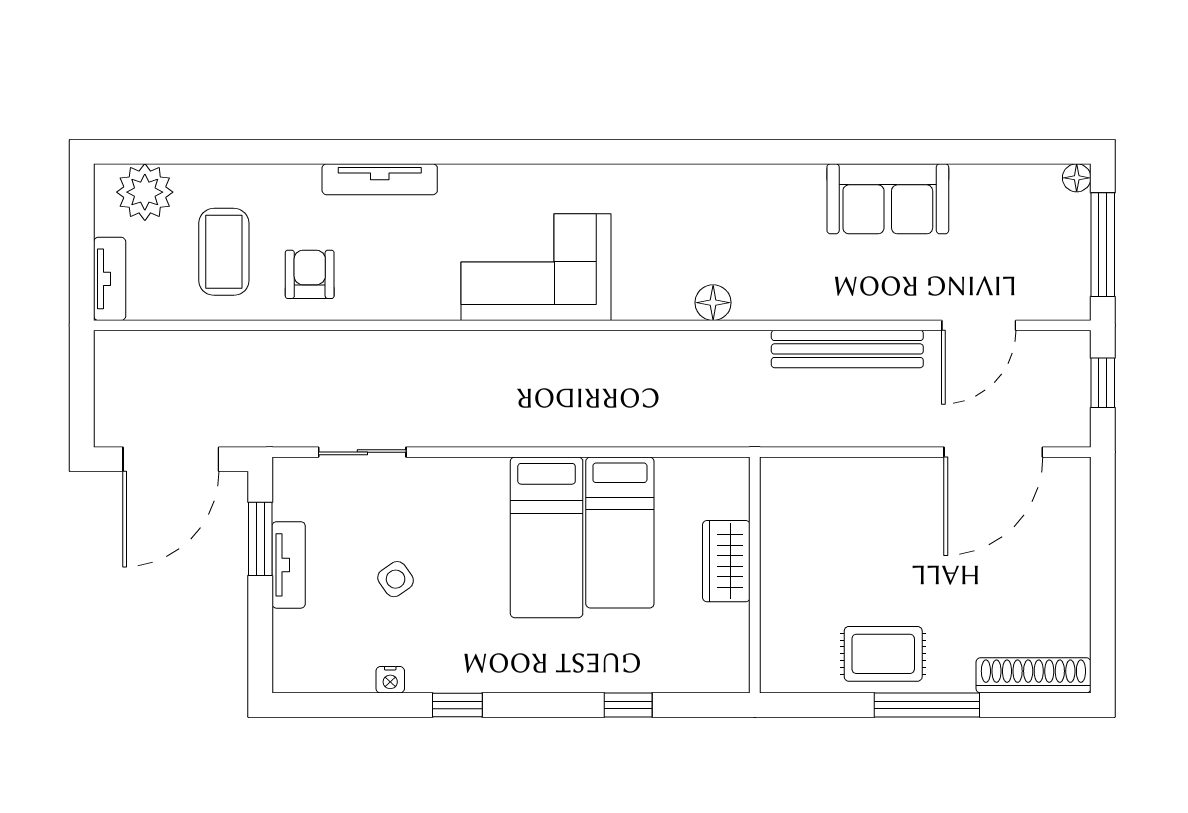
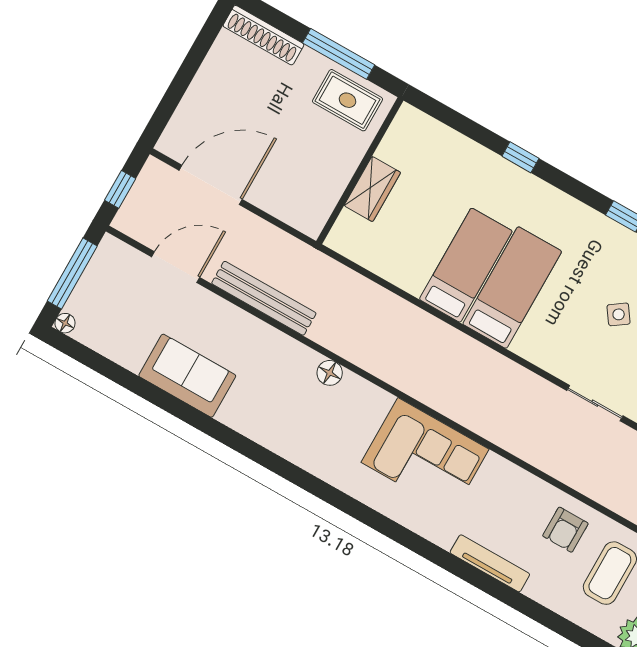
wardrobe: (726, 561) -> (372, 189), moved
wall: (755, 575) -> (360, 171), moved

